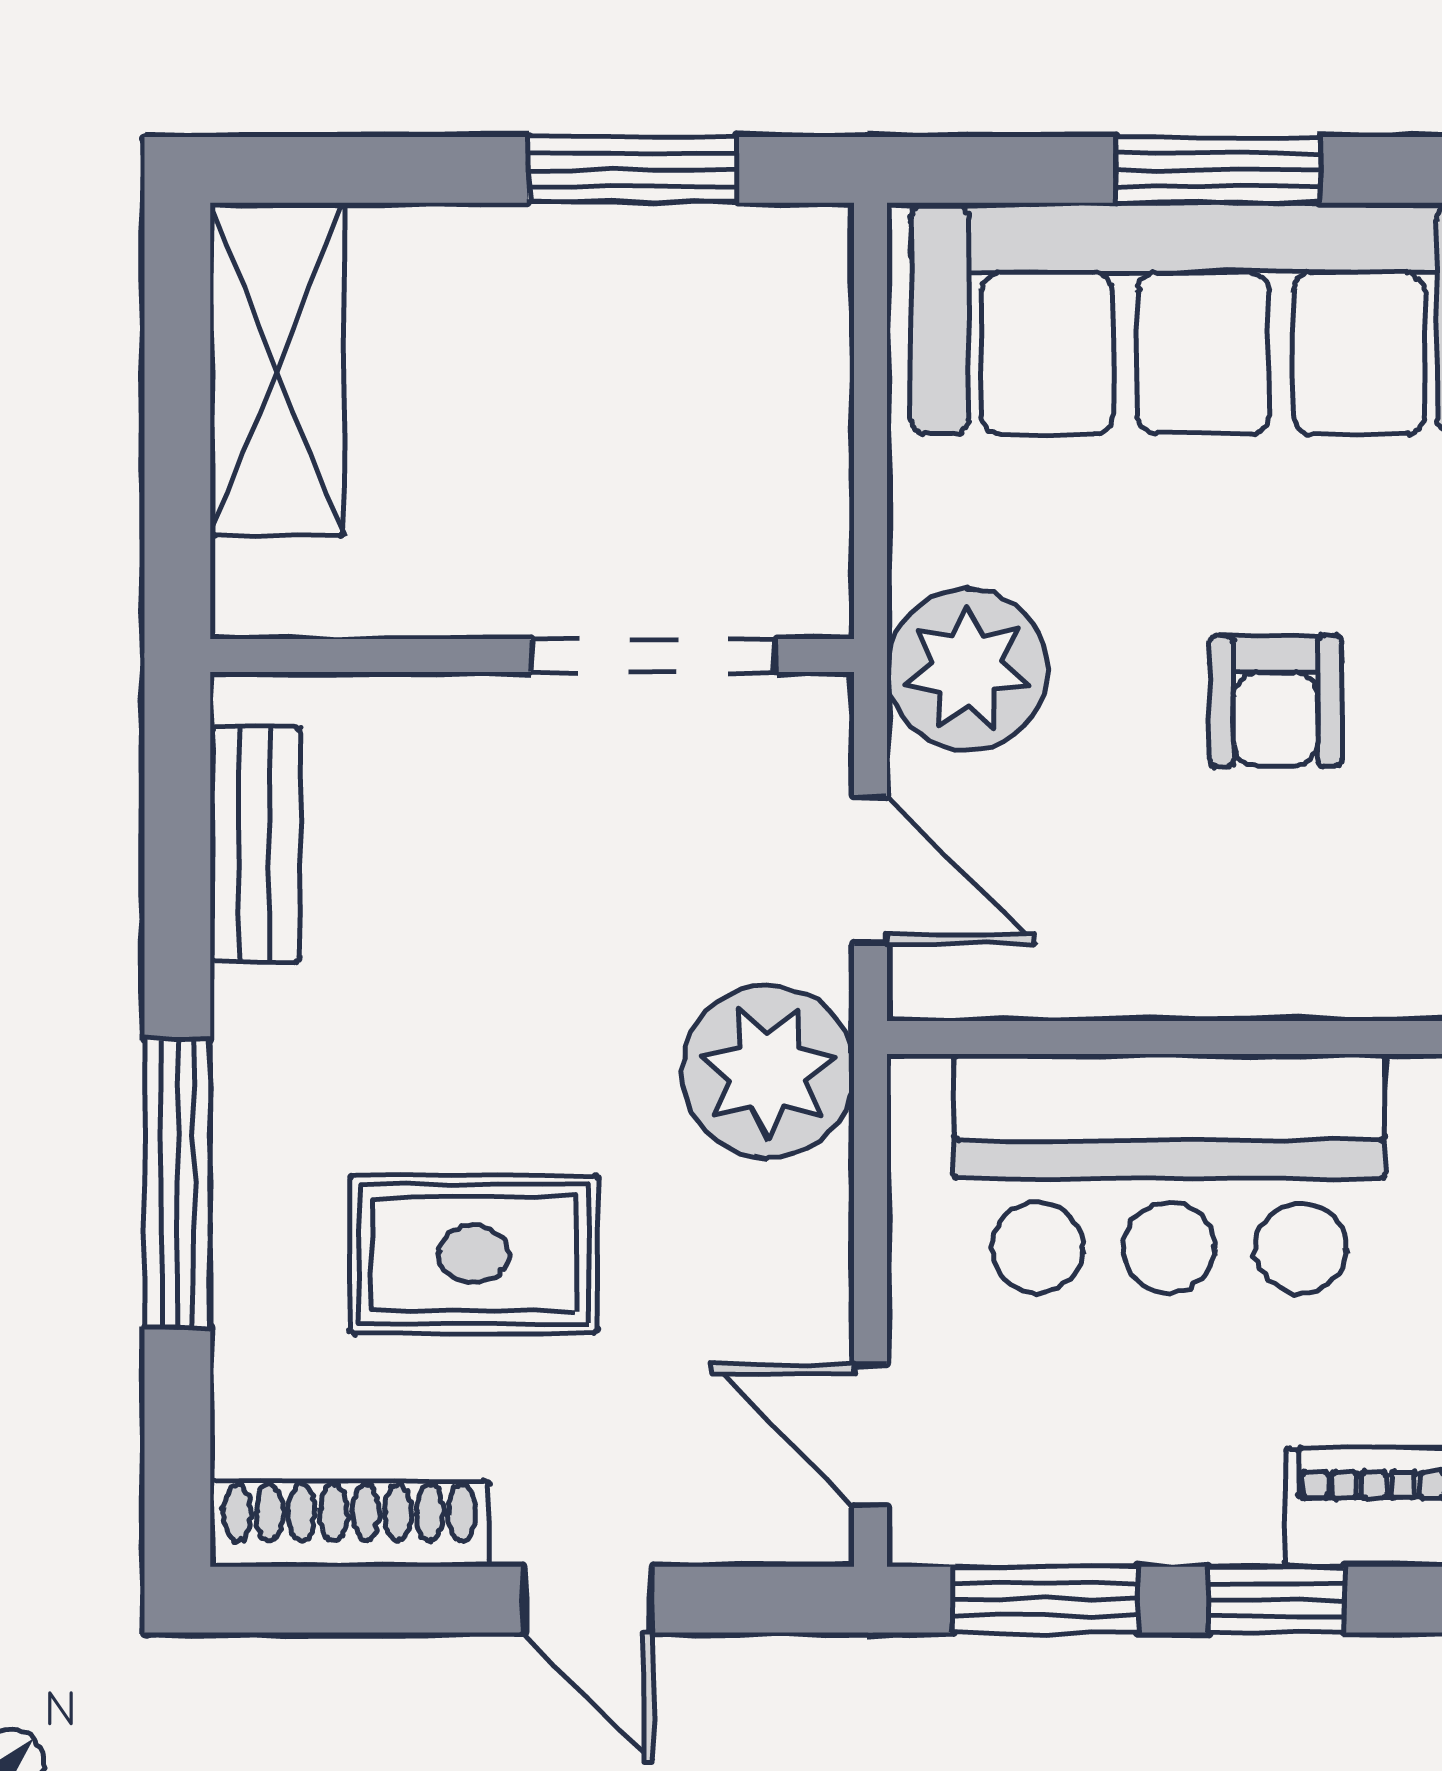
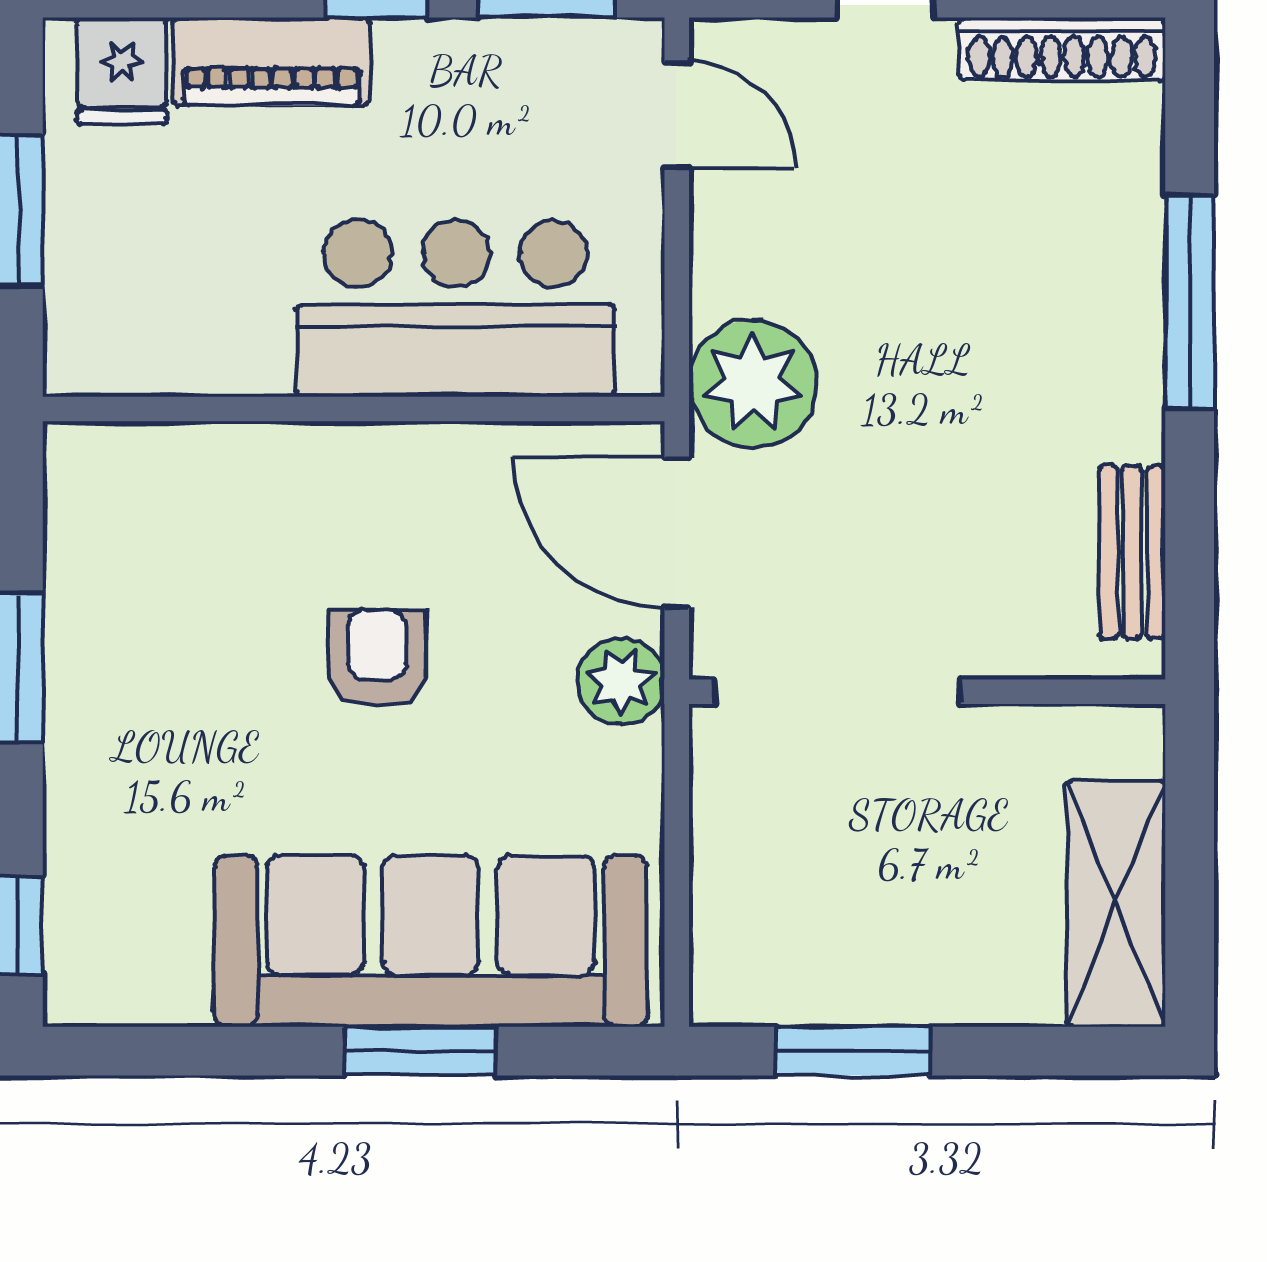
doorway: (653, 656) -> (837, 692), width x1.36
plant: (967, 670) -> (621, 681), width x0.73, depth x0.73
door: (871, 870) -> (677, 533), width x1.38
rug: (474, 1254) -> (970, 249), removed

